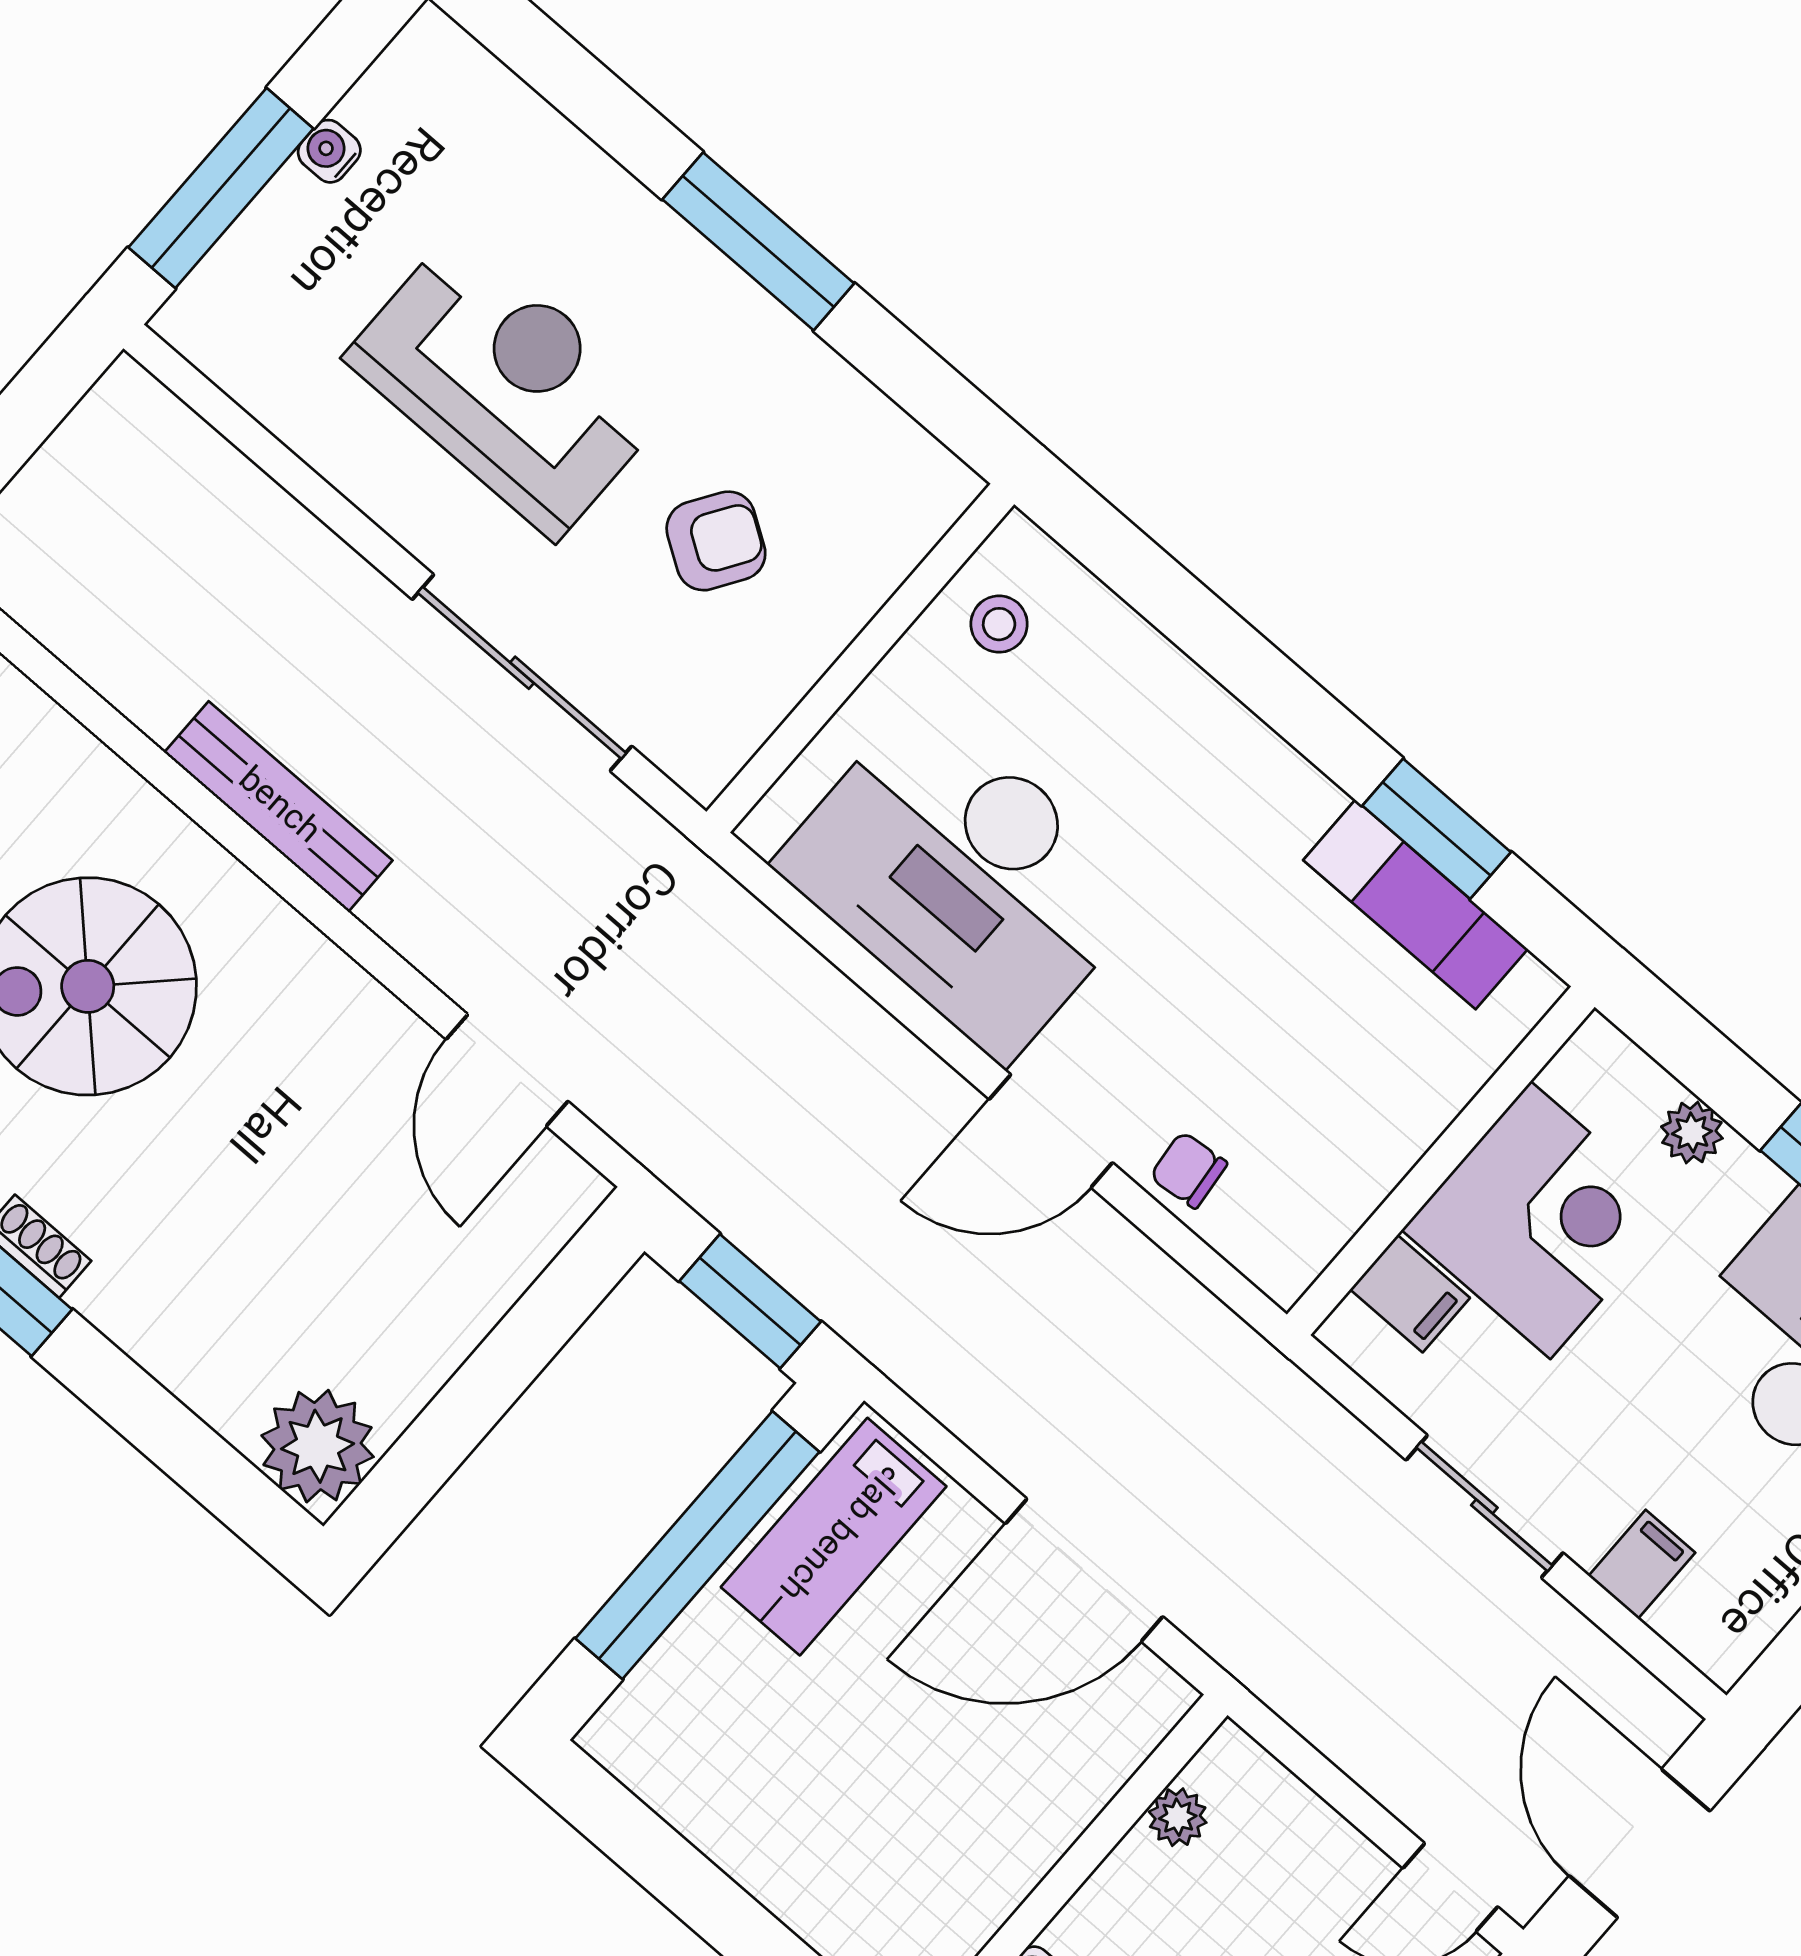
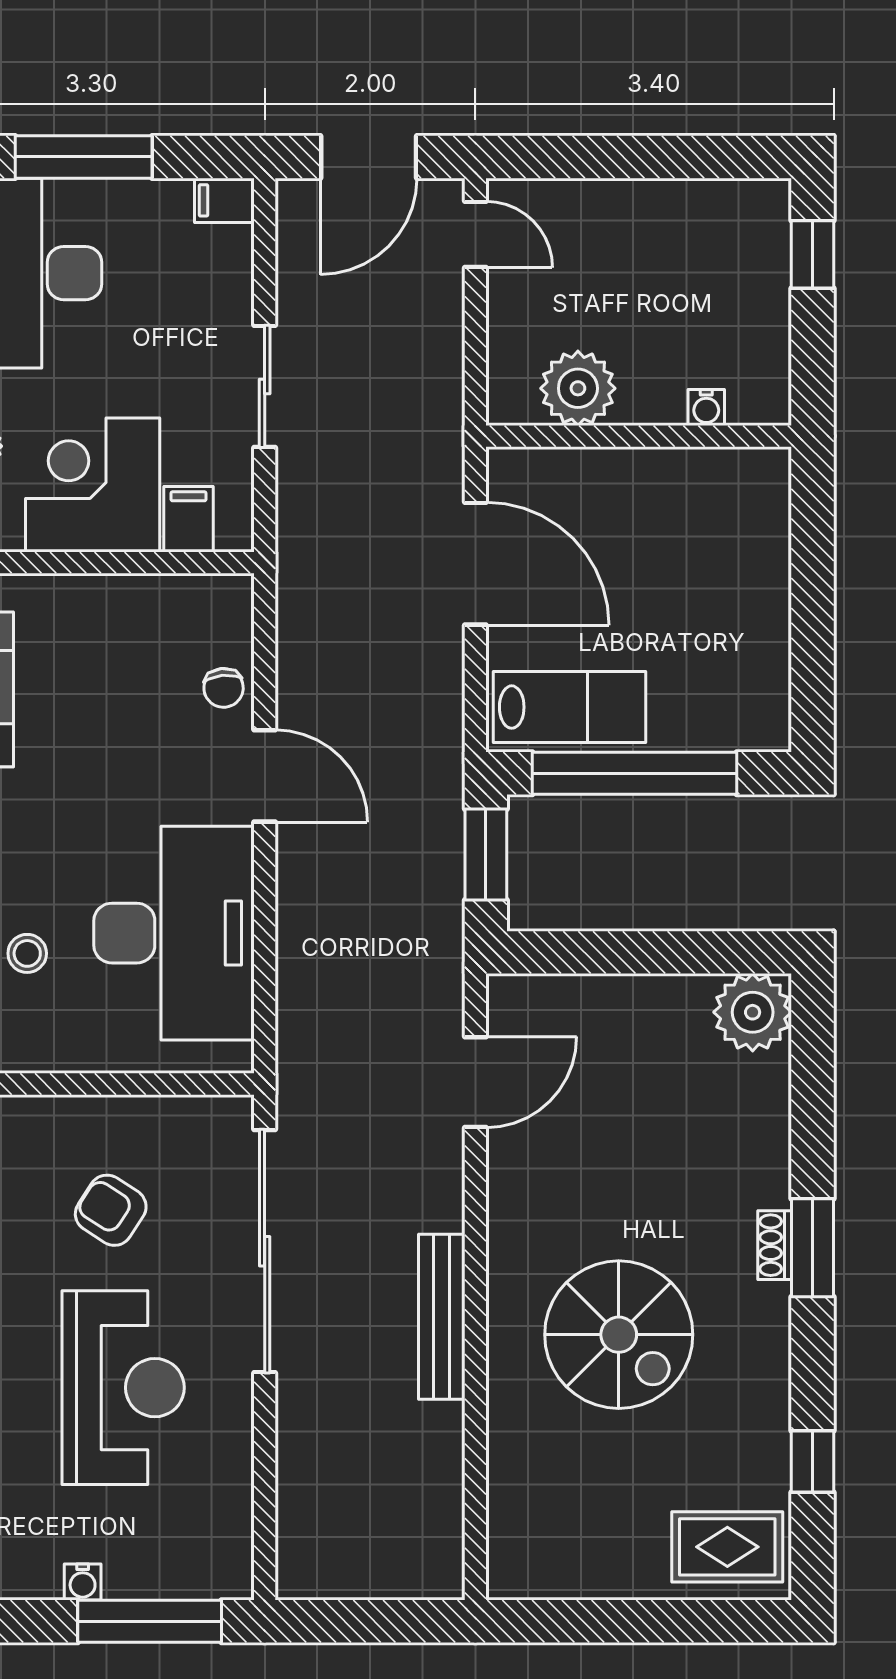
reception desk: (507, 384) -> (123, 1388), turned 180
stool: (999, 624) -> (27, 953), moved
sliding door: (522, 673) -> (265, 1251), width x1.36
filing cabinet: (1642, 1564) -> (224, 200), moved
plant: (1178, 1817) -> (578, 388), width x1.88, depth x1.88

